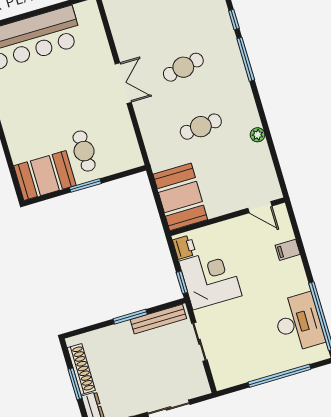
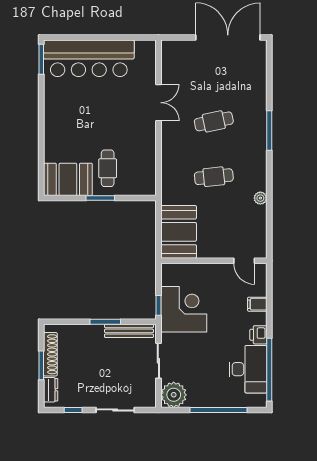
window: (234, 20) -> (269, 93), removed
double door: (123, 83) -> (158, 103), moved
printer: (184, 247) -> (258, 335), moved, turned 180
plant: (227, 374) -> (174, 395), added

